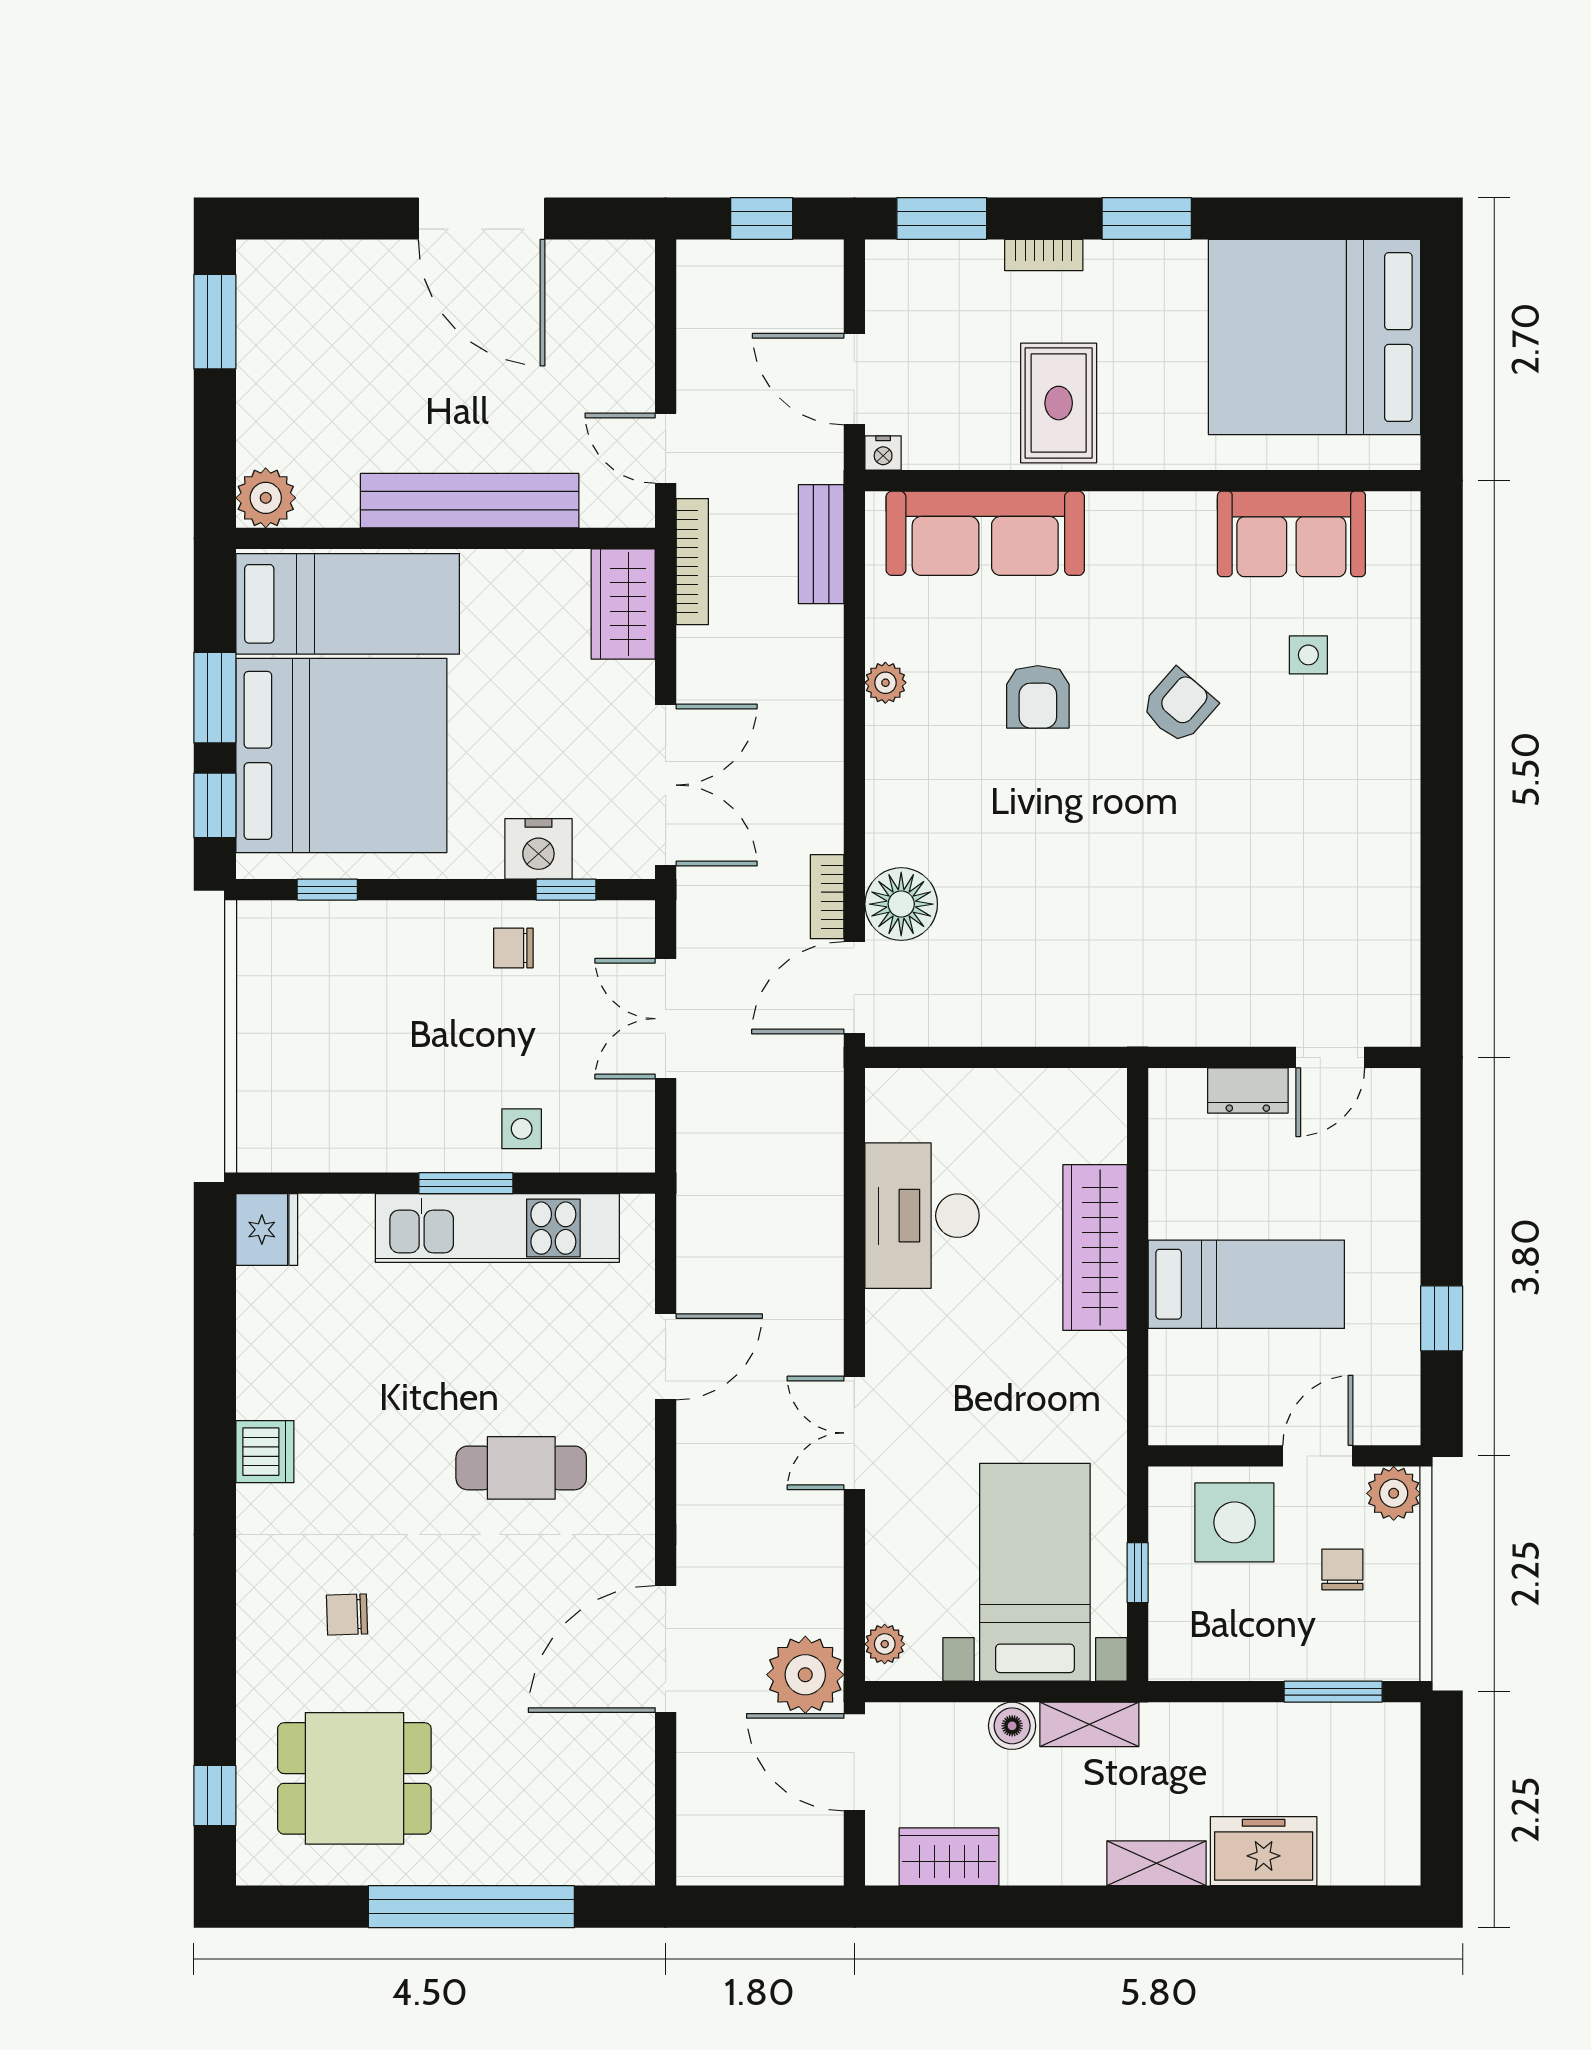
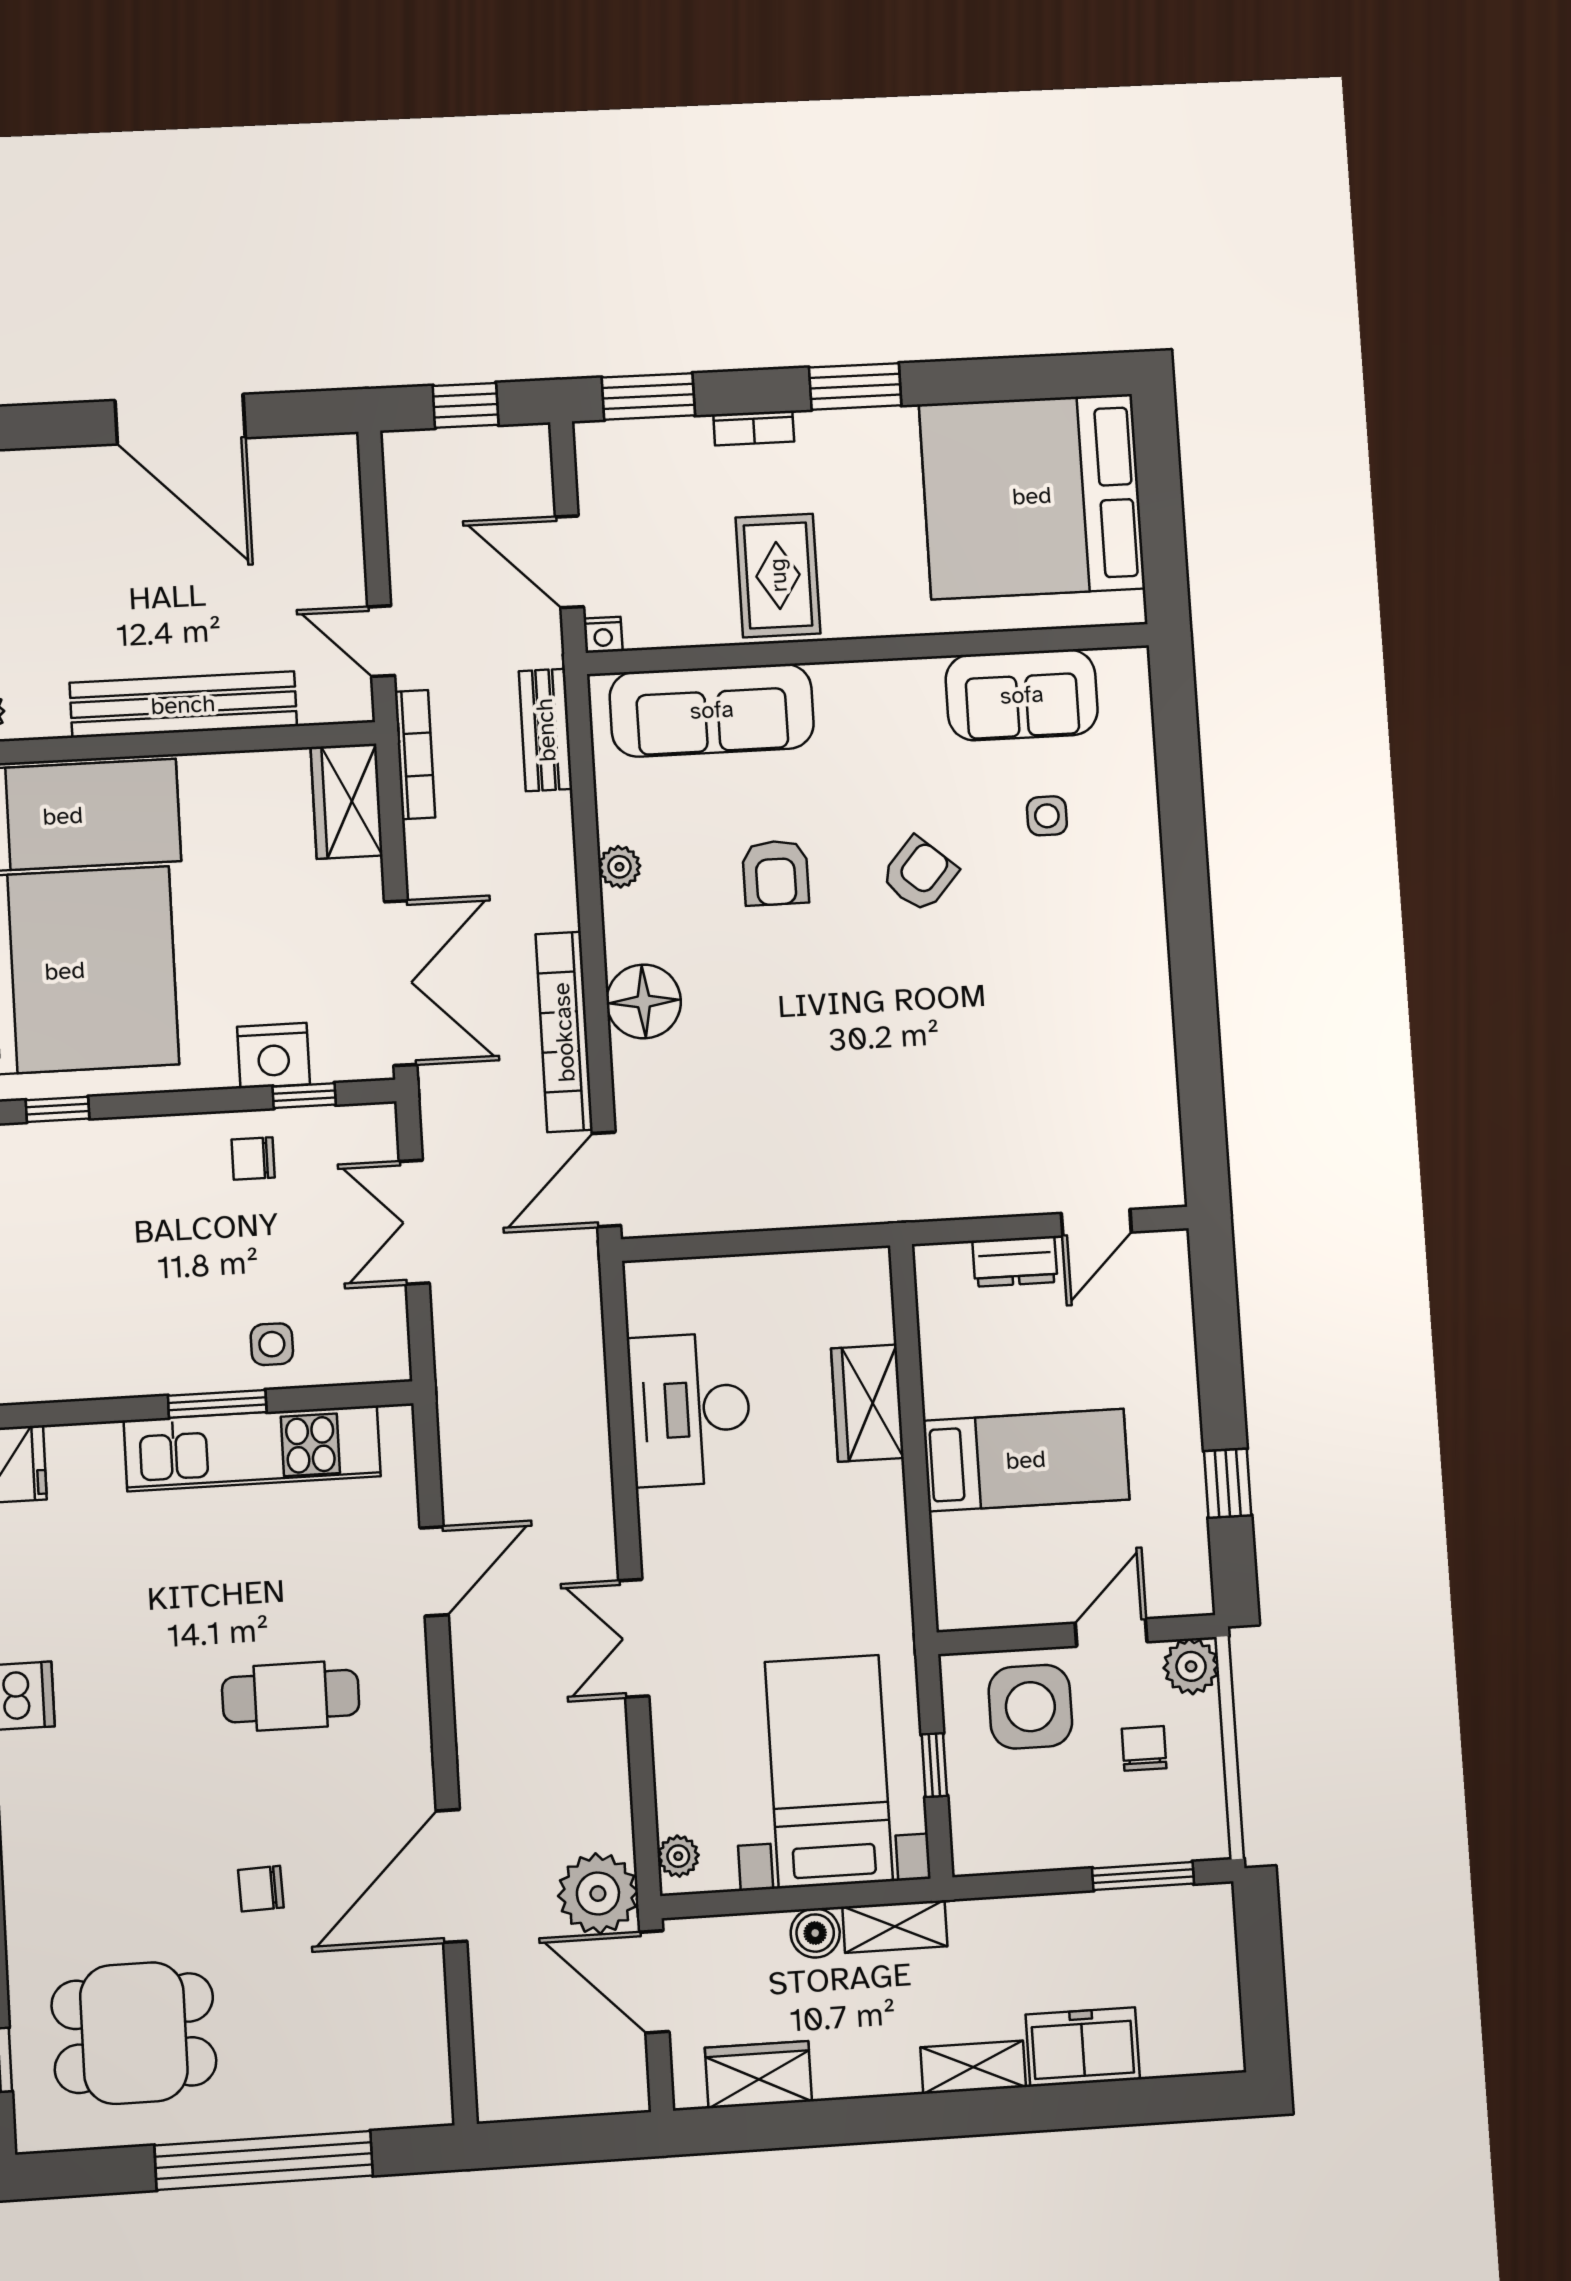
bookcase: (827, 897) -> (564, 1032), width x2.31, depth x1.31
floor lamp: (901, 904) -> (644, 1001), moved
wardrobe: (1095, 1247) -> (867, 1403), width x0.67
chair: (347, 1615) -> (261, 1889), moved

